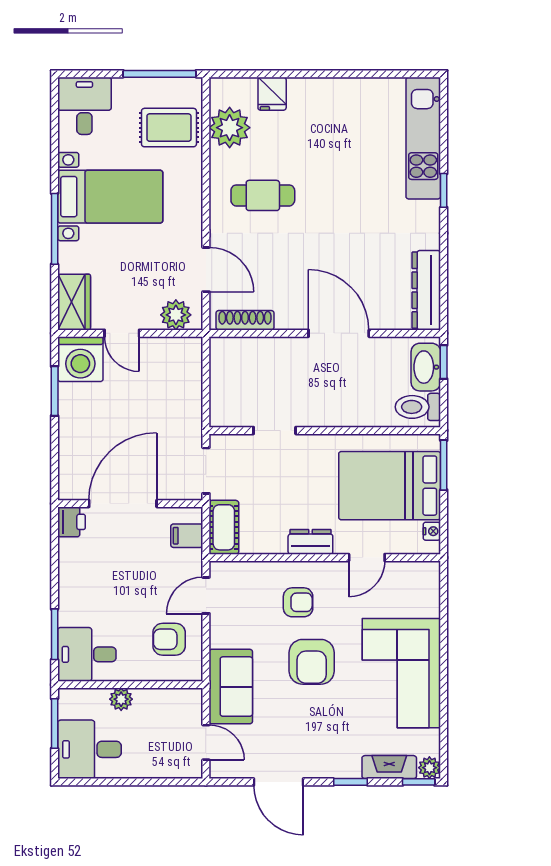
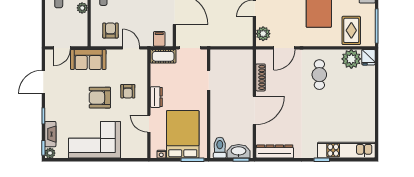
fridge: (272, 94) -> (368, 57), moved, turned -90
shoe rack: (245, 320) -> (261, 77), moved

